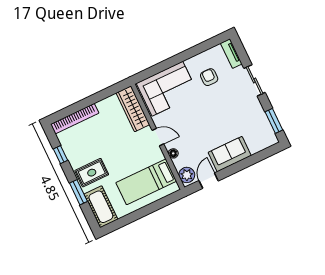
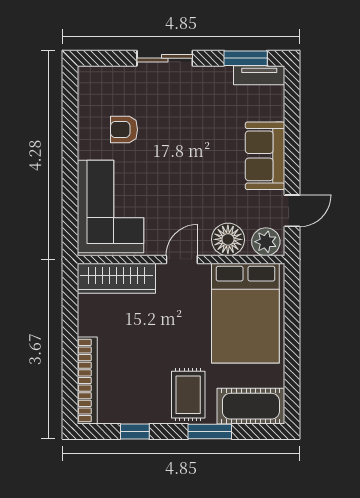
tv unit: (231, 54) -> (259, 75), moved
floor lamp: (173, 153) -> (228, 239), width x1.89, depth x1.89
door: (209, 181) -> (292, 211), swing flipped
bed: (146, 182) -> (245, 313), width x1.50

